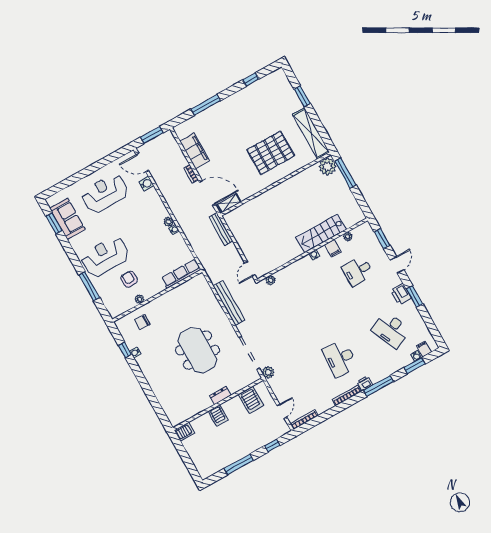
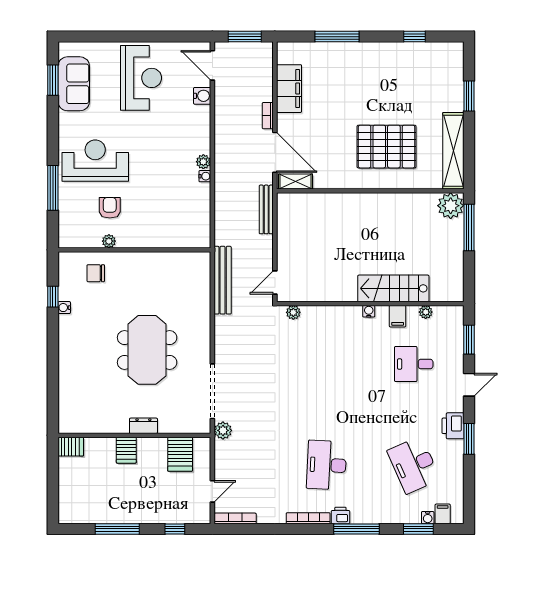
reception desk: (105, 193) -> (141, 78), turned 90
row of seats: (181, 274) -> (182, 239), removed
bench: (229, 303) -> (223, 280), moved

